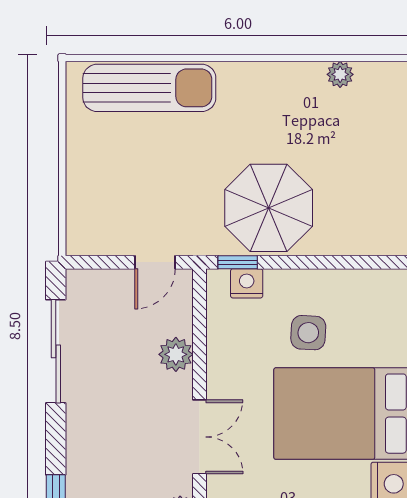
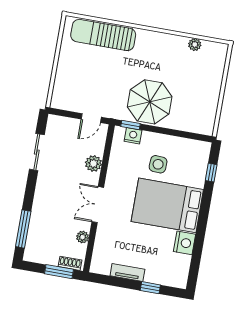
sun lounger: (149, 88) -> (103, 35), turned 180
sliding door: (56, 351) -> (37, 152), width x0.73
double door: (199, 437) -> (98, 205), swing flipped

